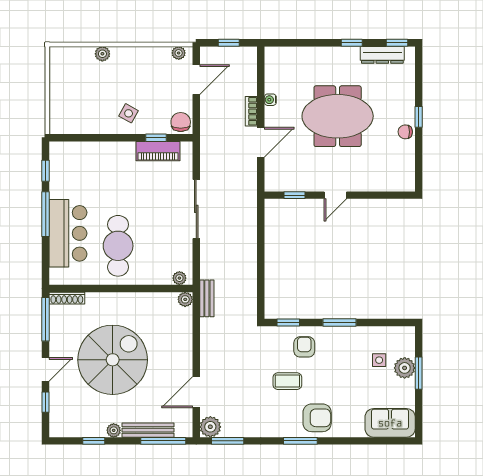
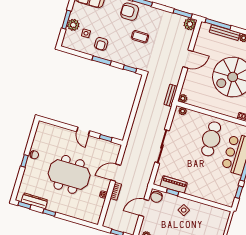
door: (196, 80) -> (144, 208), moved
door: (335, 195) -> (83, 131), swing flipped
armchair: (304, 347) -> (101, 44), moved
door: (196, 392) -> (188, 59), moved

